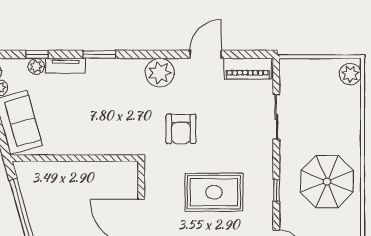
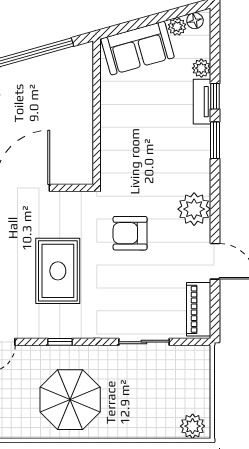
window: (37, 54) -> (215, 96), moved

